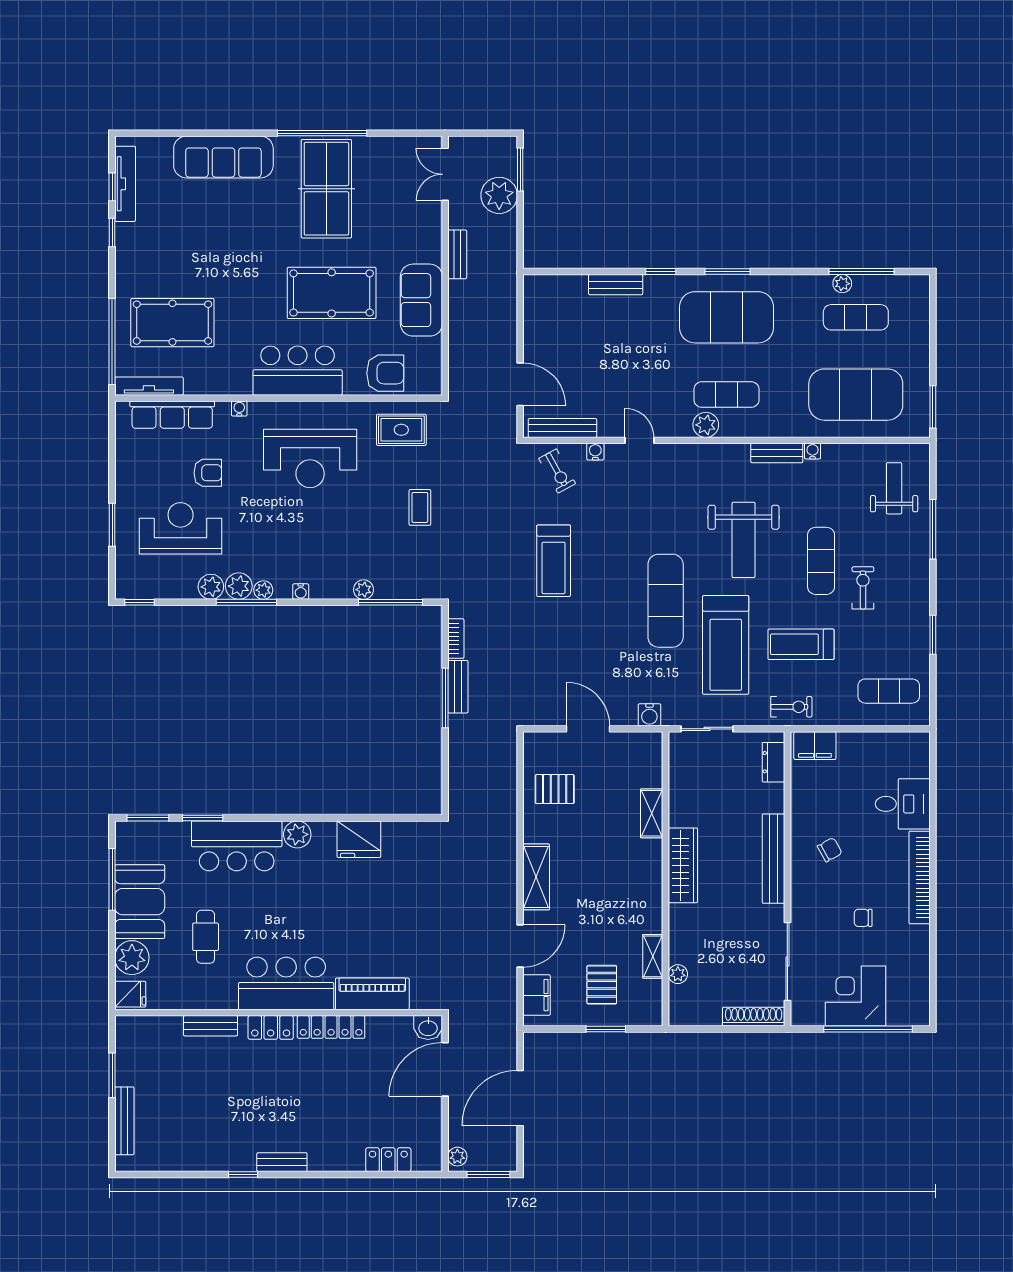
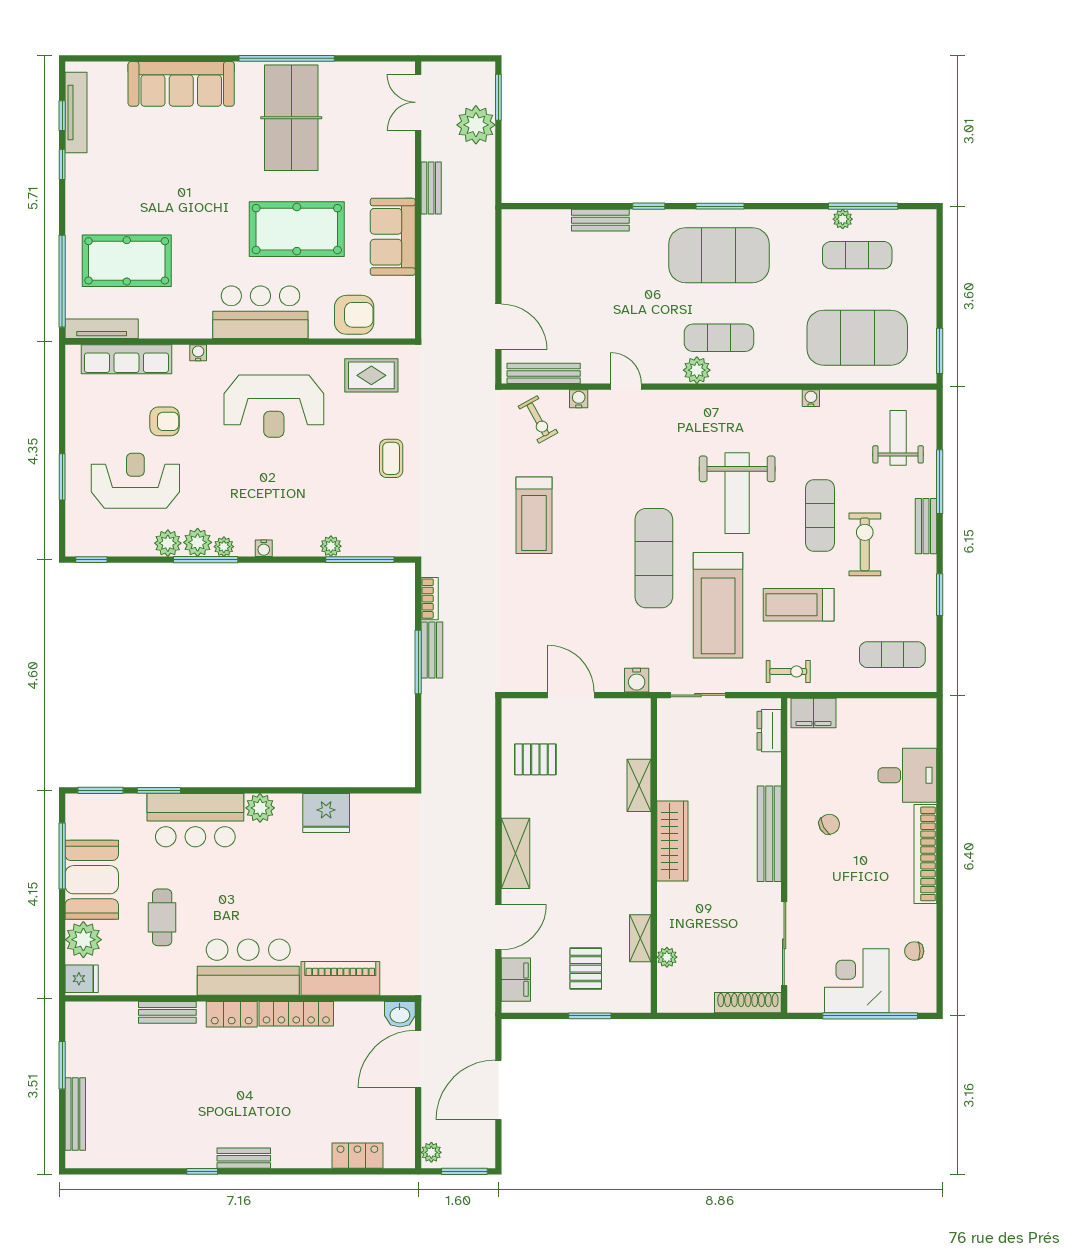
bench: (777, 453) -> (926, 526), moved, turned 90
exercise bike: (863, 588) -> (865, 544), width x1.38, depth x1.39
chair: (863, 918) -> (914, 951), moved

